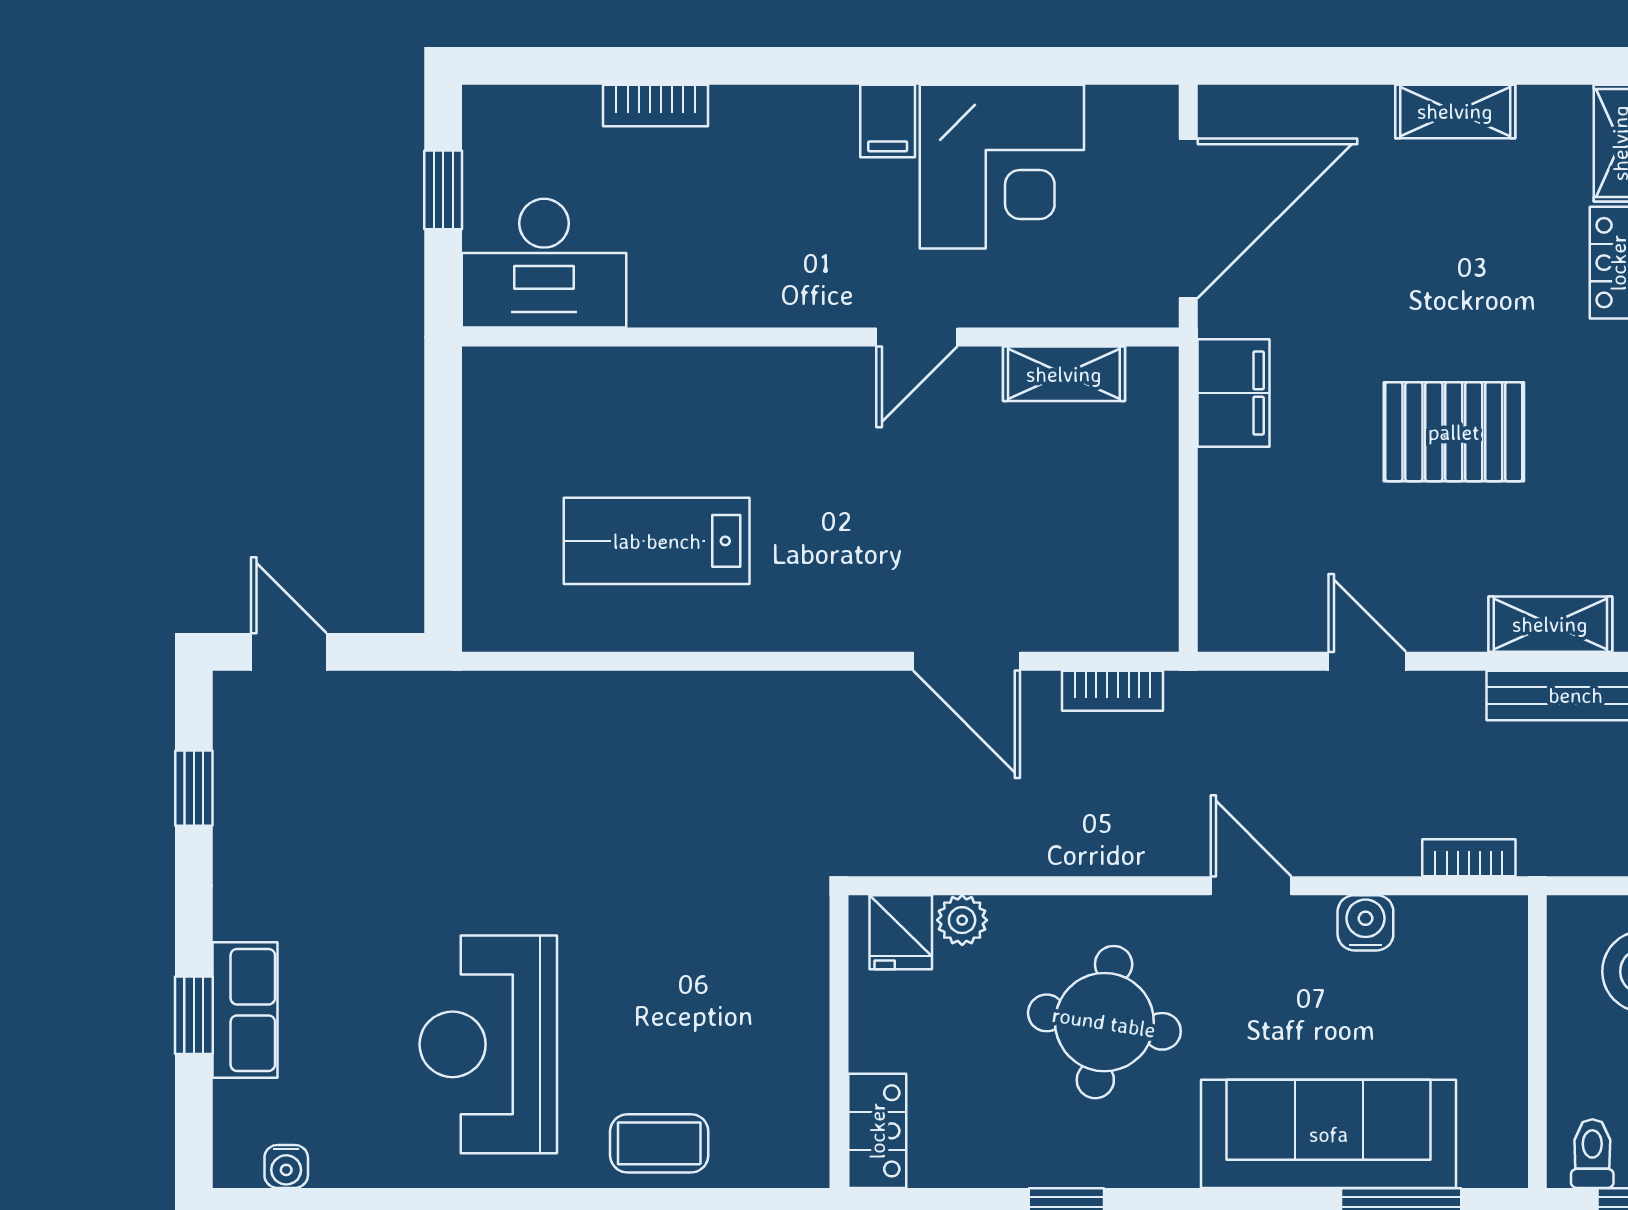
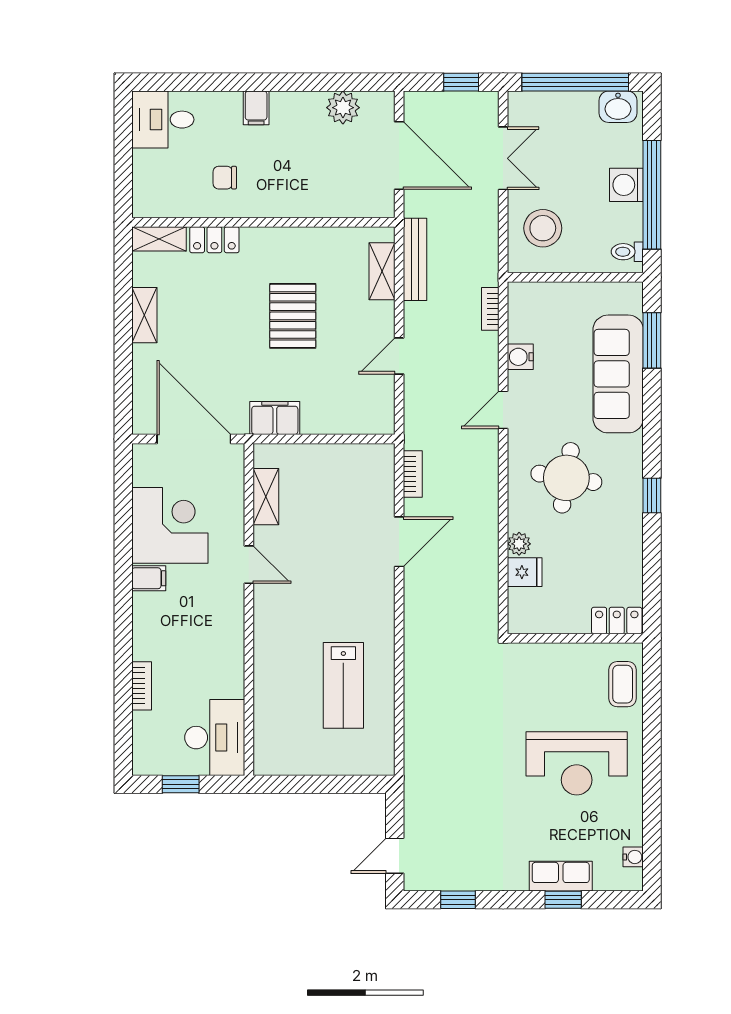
wall: (839, 1042) -> (575, 638), moved
locker: (877, 1131) -> (617, 621), moved

